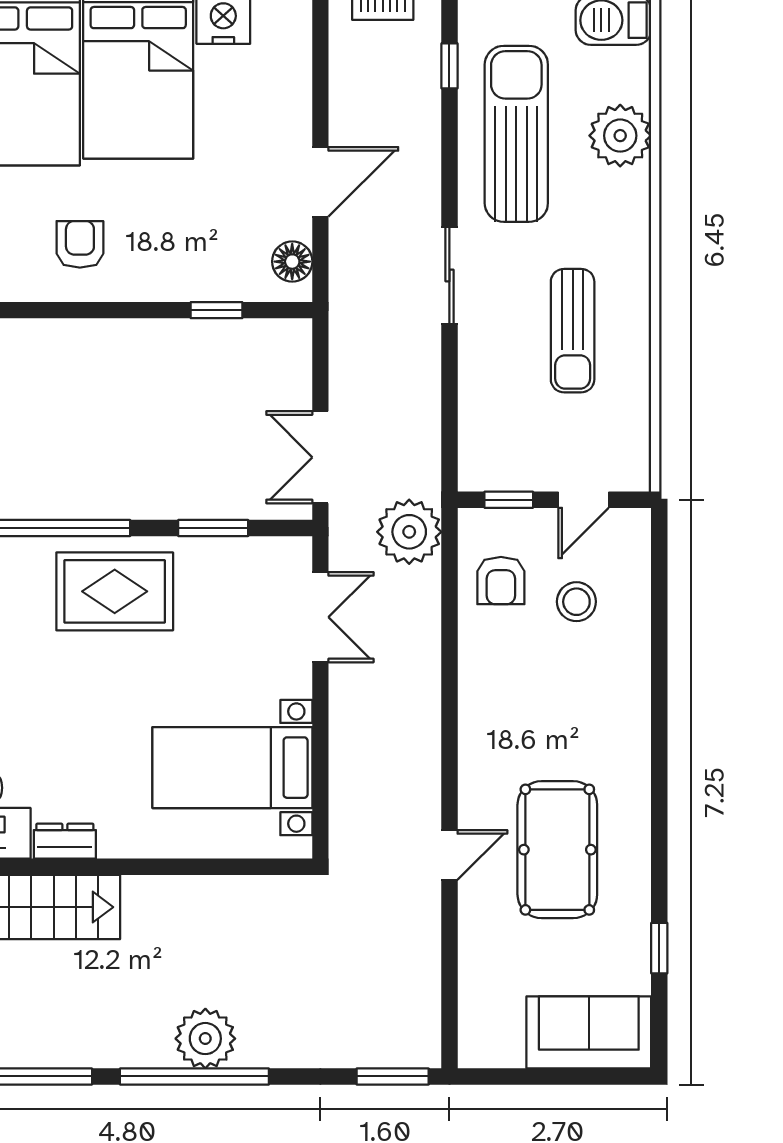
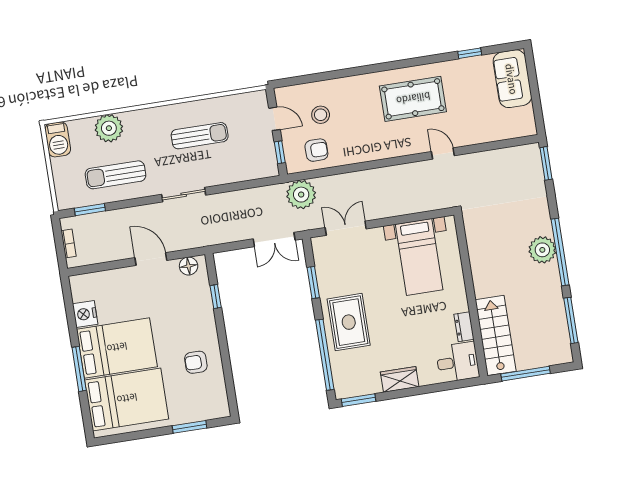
window: (449, 66) -> (90, 210), width x1.50
sun lounger: (516, 134) -> (116, 175), width x0.73, depth x0.75
pool table: (557, 850) -> (413, 99), moved

